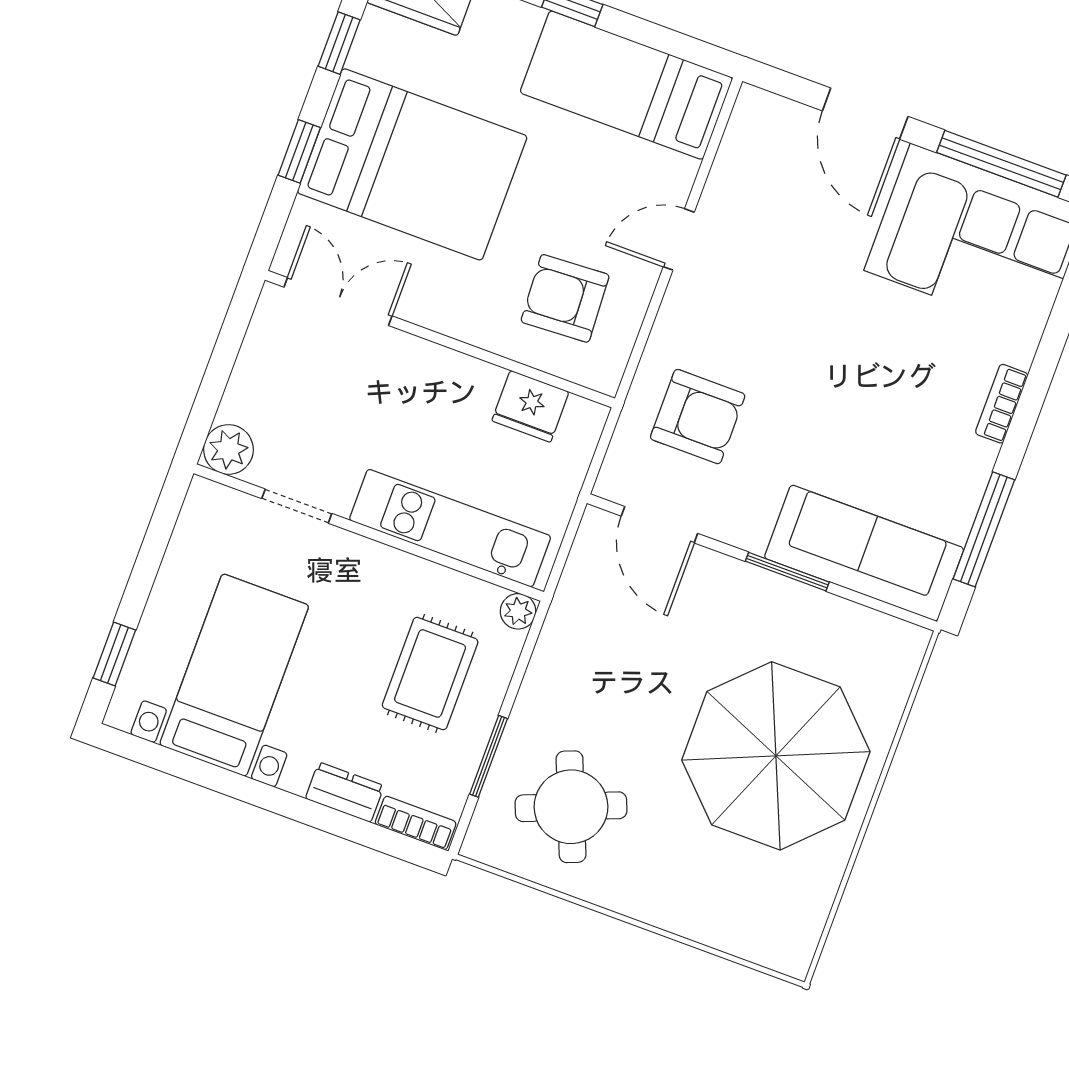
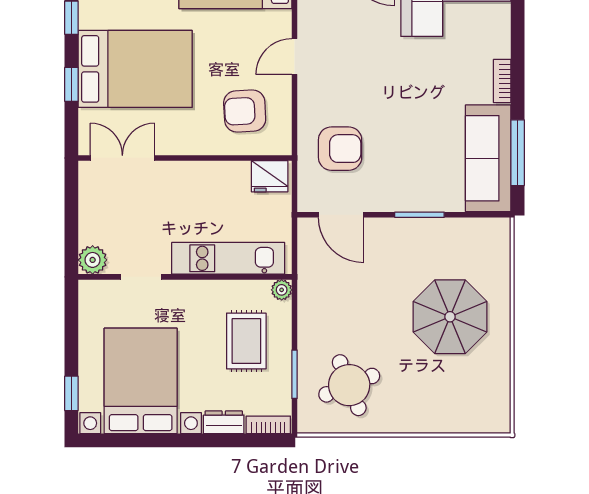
fridge: (530, 406) -> (270, 176), moved
sofa: (864, 553) -> (488, 158), moved, turned -90
bed with nightstands: (234, 675) -> (141, 381), width x1.36
parasol: (776, 756) -> (450, 317), width x0.73, depth x0.73

